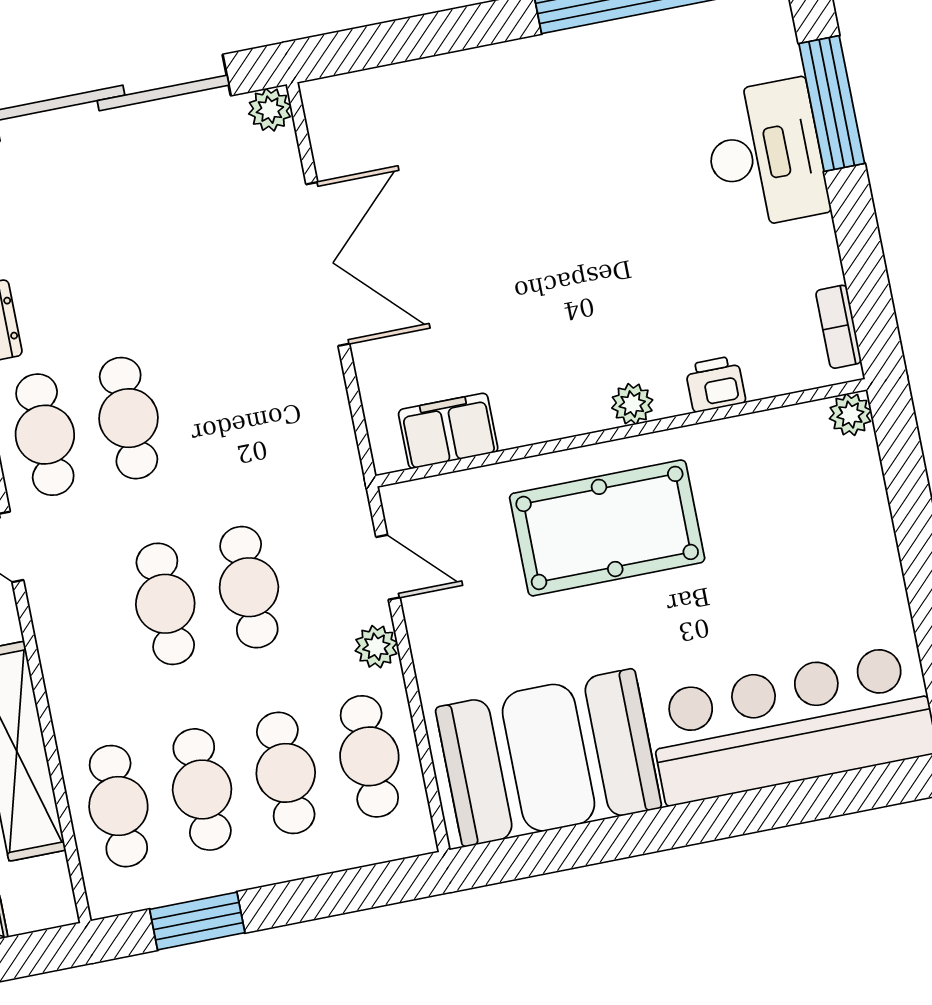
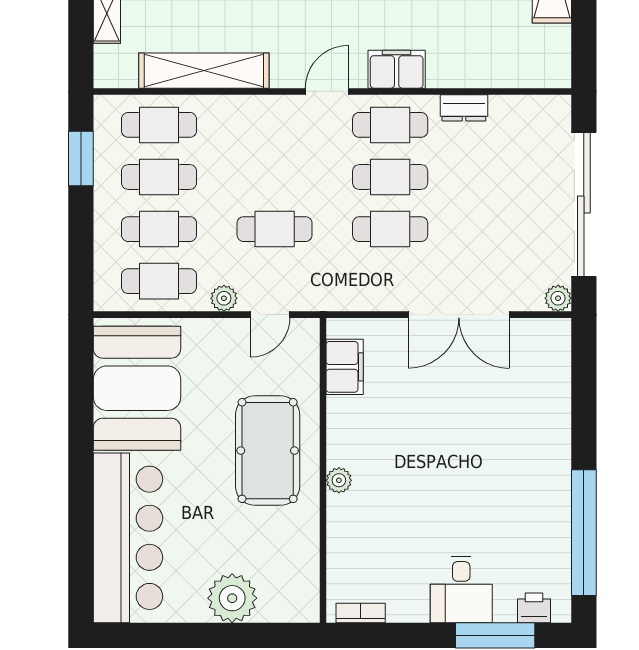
desk: (765, 154) -> (461, 589), width x0.73
printer: (715, 384) -> (534, 608), moved, turned -90
plant: (850, 415) -> (232, 598), moved, width x1.88, depth x1.88
cafe table: (165, 604) -> (390, 229), moved

